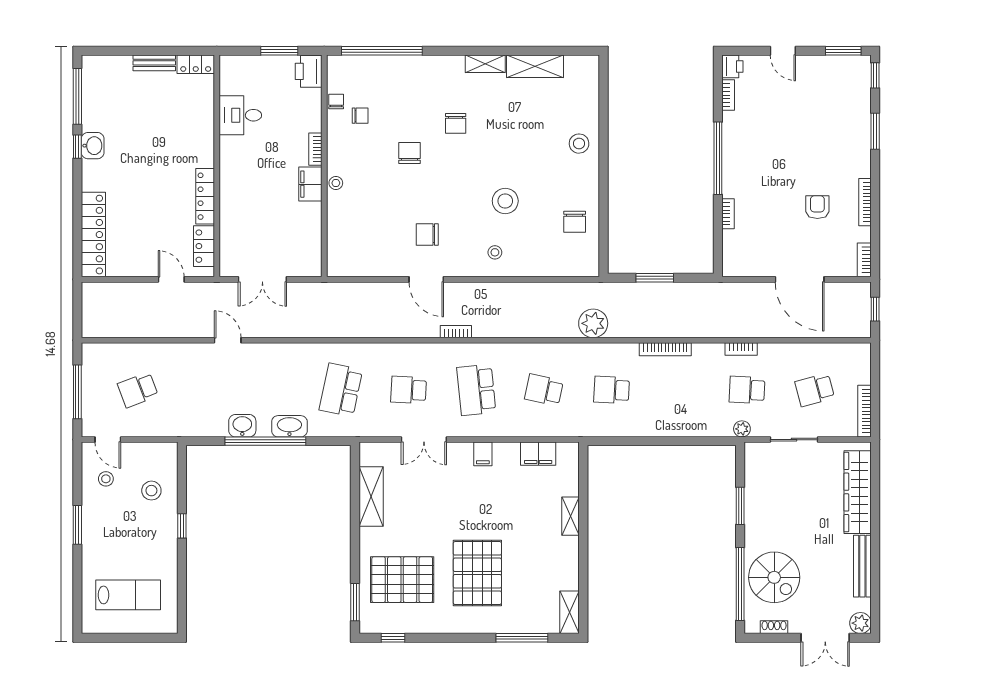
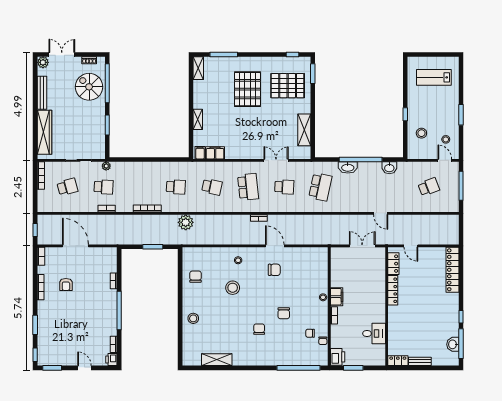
shelving: (485, 64) -> (243, 361), removed
washbasin: (93, 146) -> (453, 344), moved
washbasin: (242, 426) -> (389, 168), moved
filing cabinet: (483, 454) -> (200, 153), moved

